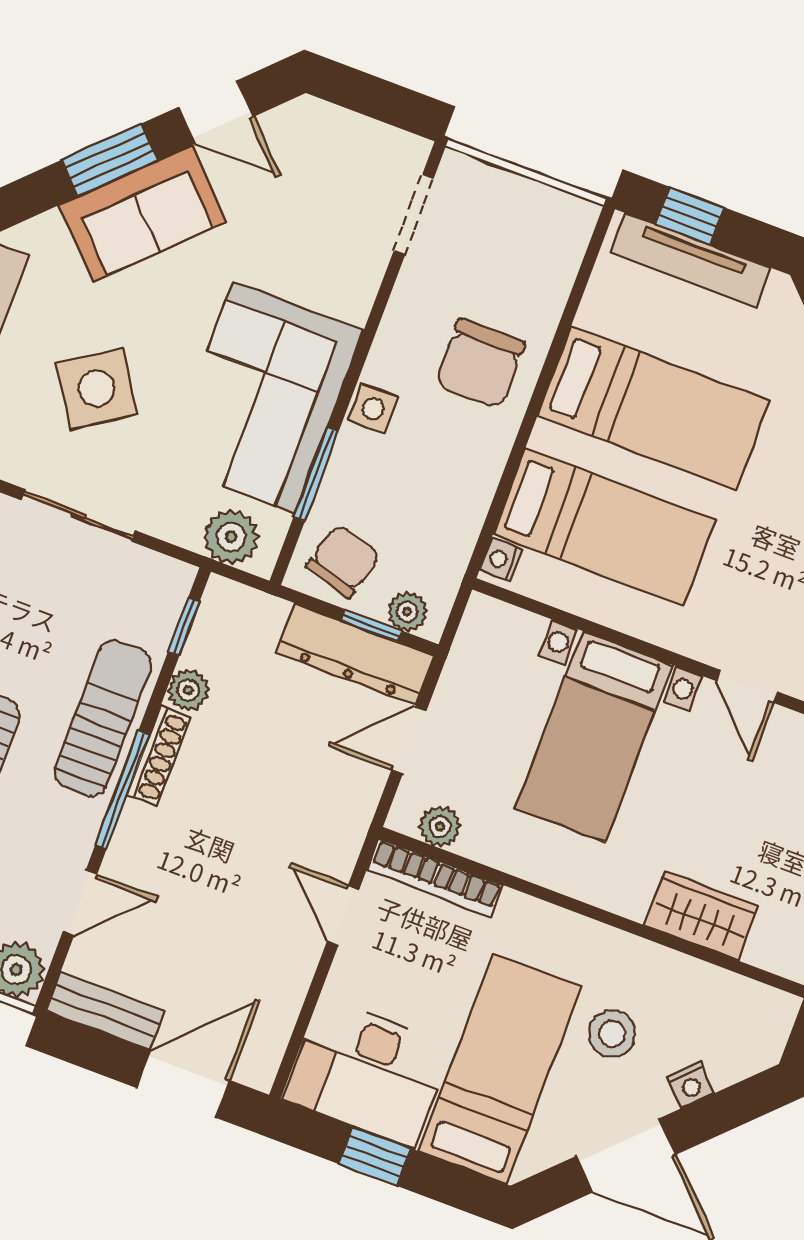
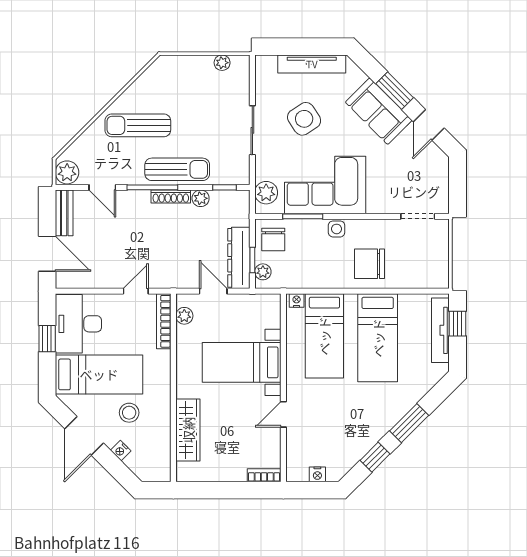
chair: (343, 561) -> (273, 240), turned 74
wardrobe: (701, 915) -> (188, 430), width x1.50

